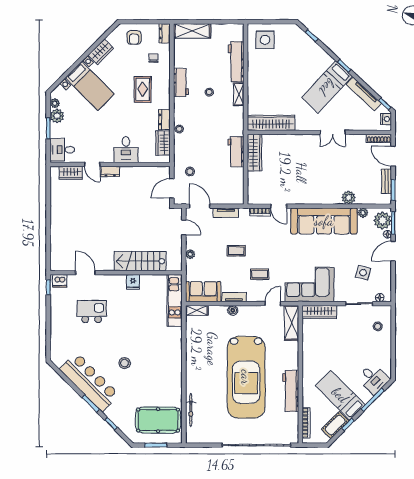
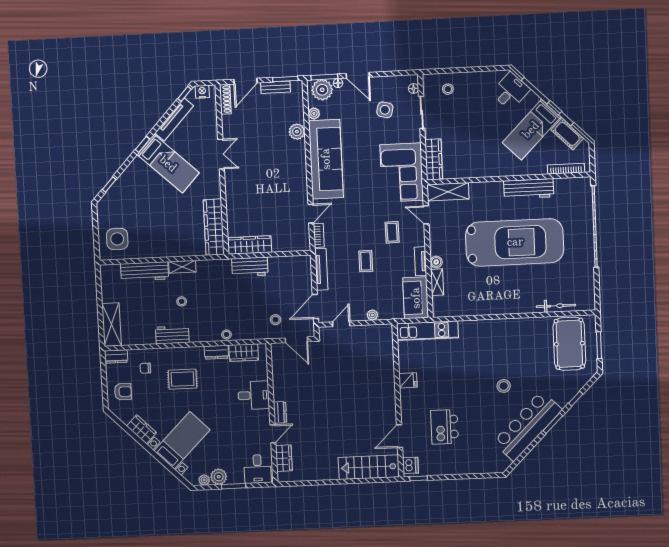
tv unit: (226, 213) -> (321, 269), width x1.41
stairs: (140, 261) -> (369, 467), moved, turned 90
shelving: (197, 310) -> (437, 282), moved

